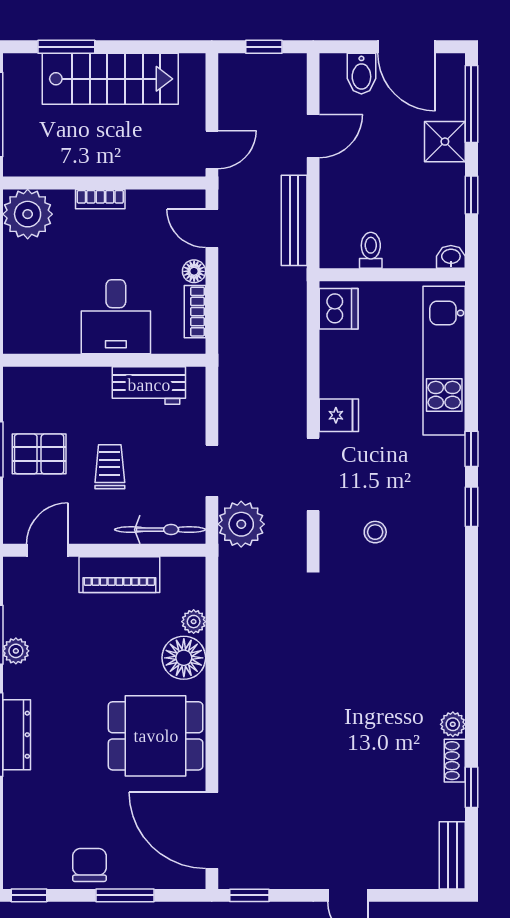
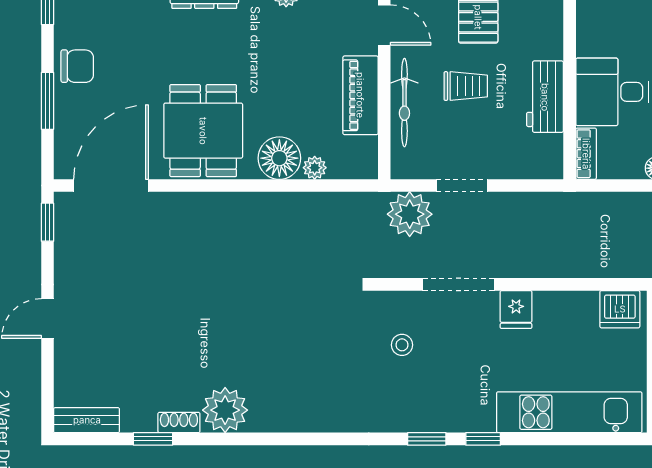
bookcase: (195, 312) -> (586, 154), moved, turned 90
workbench: (149, 385) -> (545, 97), moved
bicycle: (160, 530) -> (404, 103), moved
plant: (453, 724) -> (225, 410), width x1.88, depth x1.88

